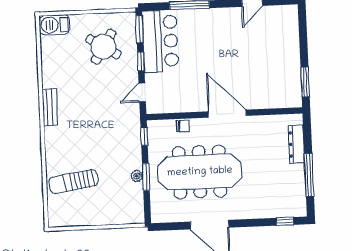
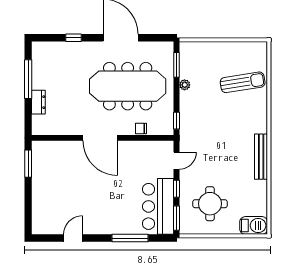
round table: (103, 47) -> (210, 204), turned -32
bench: (50, 107) -> (261, 157), width x1.36
dresser: (296, 144) -> (38, 102), width x0.70
window: (146, 177) -> (177, 65), moved
window: (285, 221) -> (73, 38), moved

